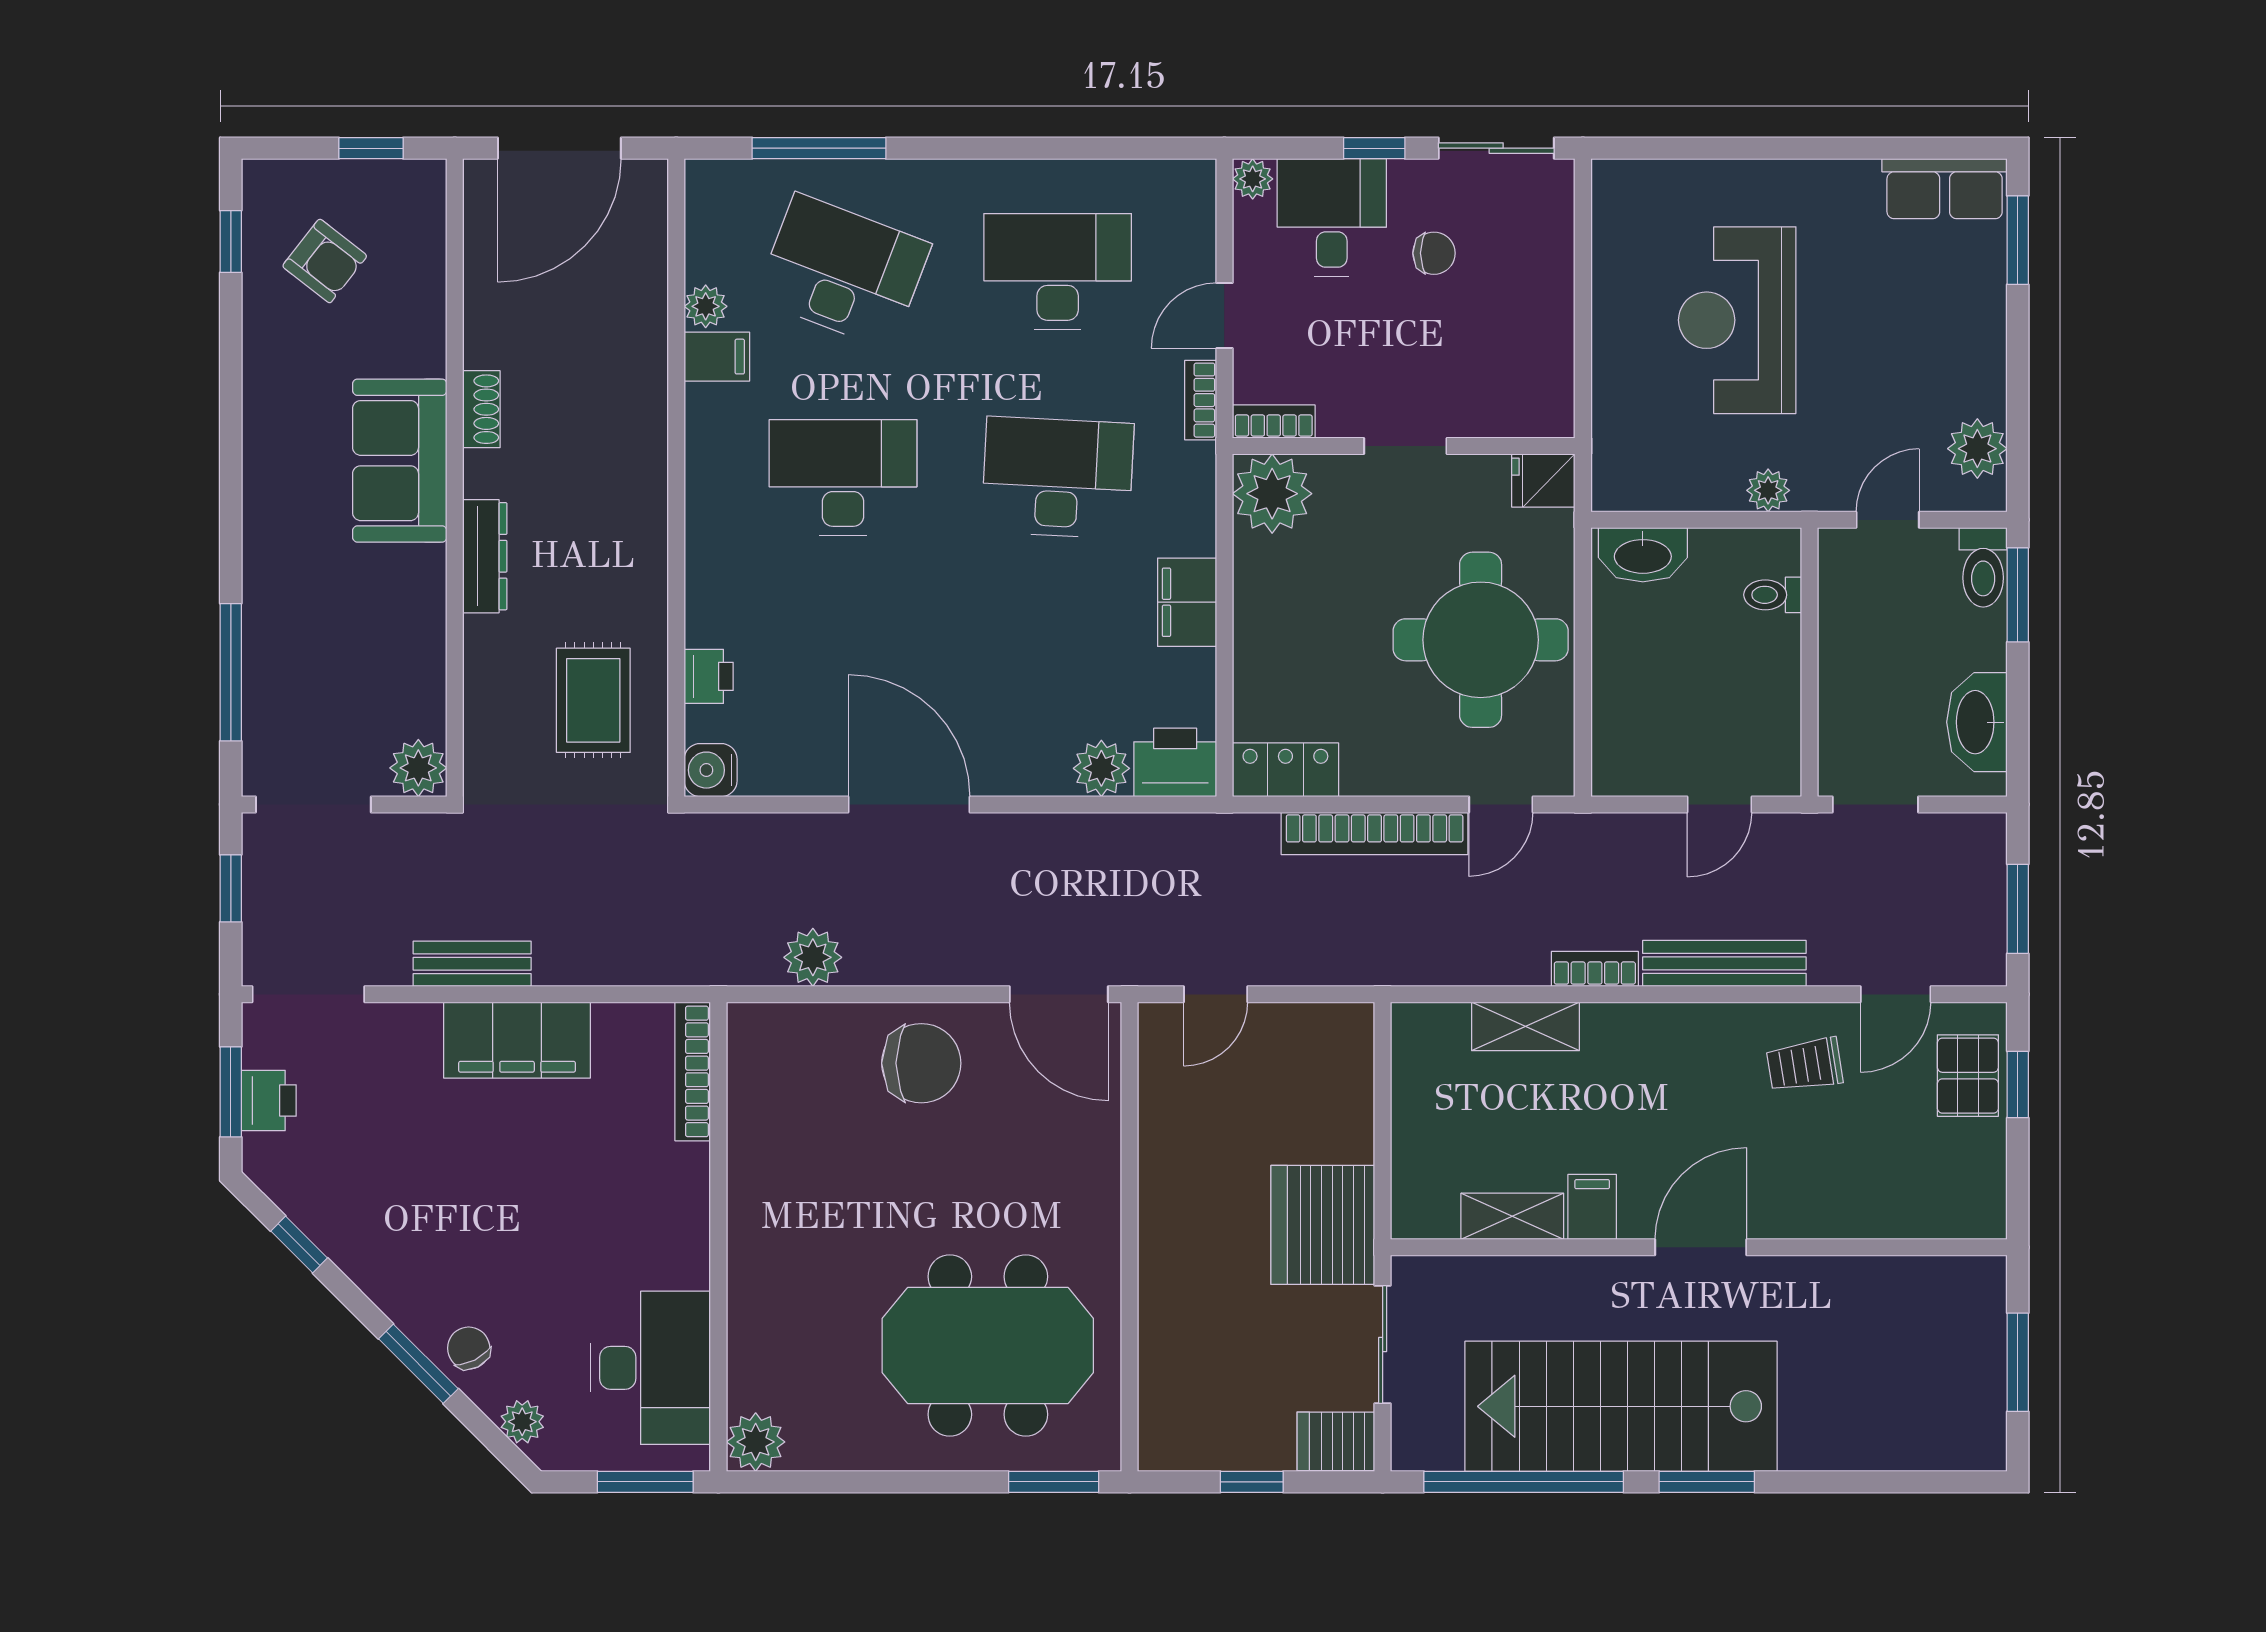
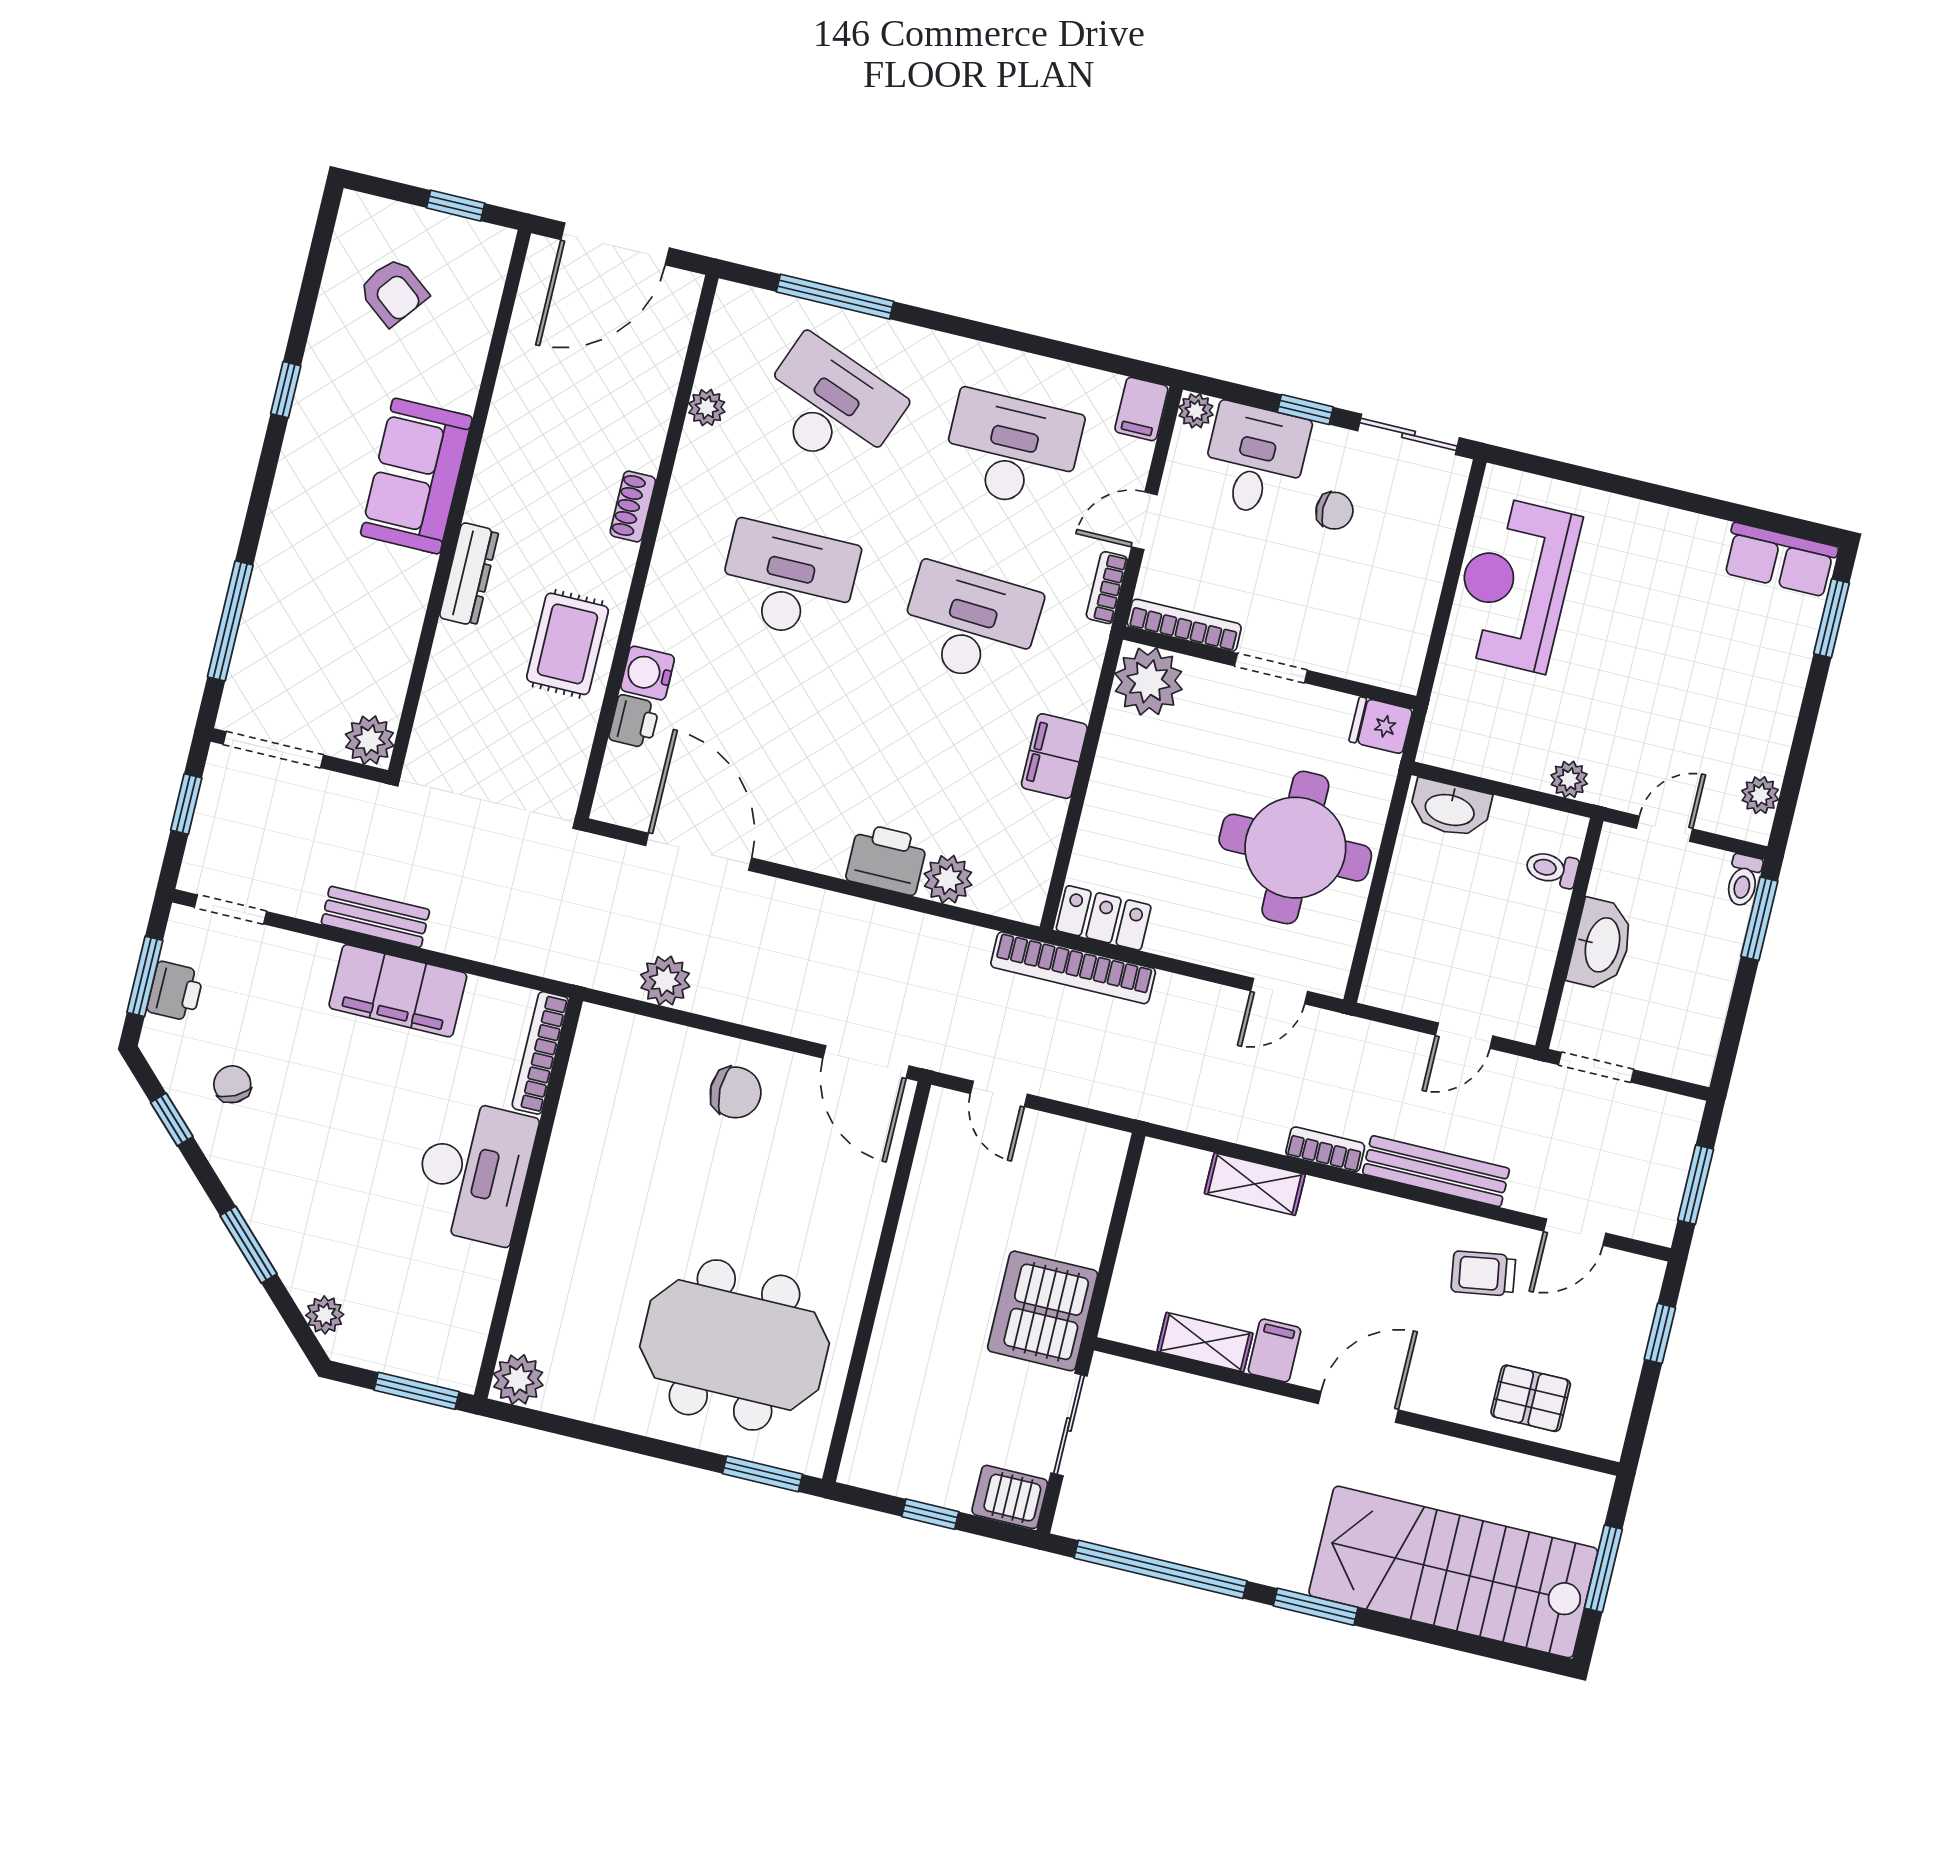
window: (231, 241) -> (286, 390), moved
reception desk: (1737, 320) -> (1515, 584), moved
filing cabinet: (717, 357) -> (1141, 409), moved, turned 90
shoe rack: (481, 409) -> (633, 506), moved, turned 180
bookcase: (1274, 422) -> (1184, 625), width x1.56
plant: (1977, 449) -> (1760, 795), width x0.73, depth x0.73
toilet: (1983, 567) -> (1743, 880), width x0.73, depth x0.72
rug: (593, 700) -> (567, 644), moved
washbasin: (1977, 722) -> (1601, 945), moved, turned 180
printer: (1175, 762) -> (887, 859), moved
water cooler: (711, 770) -> (648, 673), moved
door: (909, 804) -> (699, 852), moved
bookcase: (1375, 834) -> (1073, 968), moved
doorway: (308, 994) -> (230, 909), width x0.73
door: (1216, 994) -> (999, 1094), hinge flipped
chair: (921, 1063) -> (736, 1092), width x0.73, depth x0.73
pallet: (1968, 1076) -> (1531, 1398), moved, turned 90
chair: (469, 1348) -> (232, 1084), moved
desk: (650, 1368) -> (474, 1171), moved
stairs: (1621, 1406) -> (1453, 1572), moved

